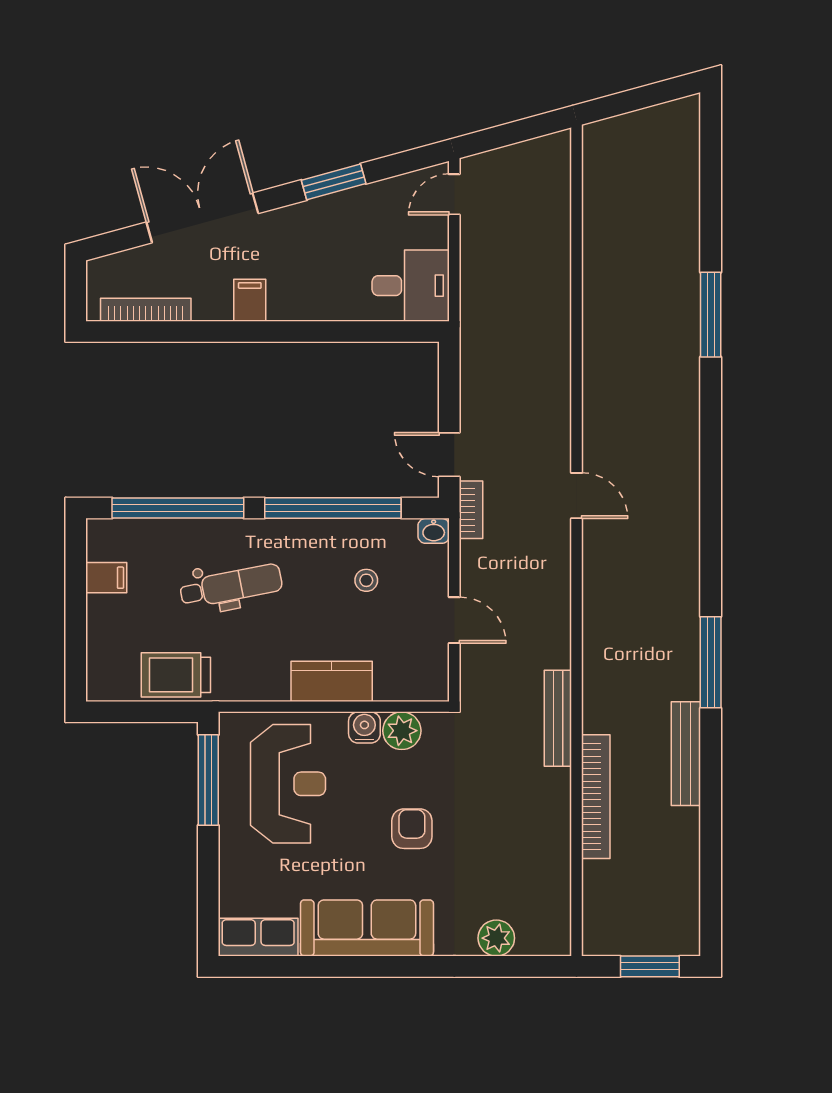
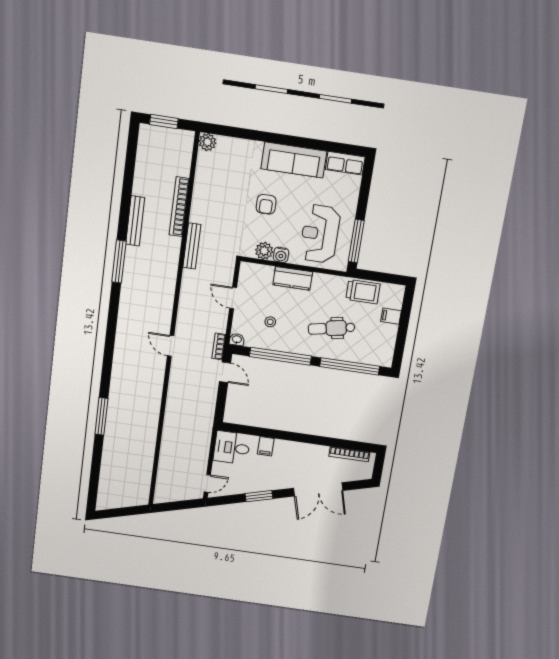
filing cabinet: (250, 300) -> (266, 446), moved
filing cabinet: (106, 578) -> (391, 316), moved
plant: (496, 938) -> (207, 142), moved

